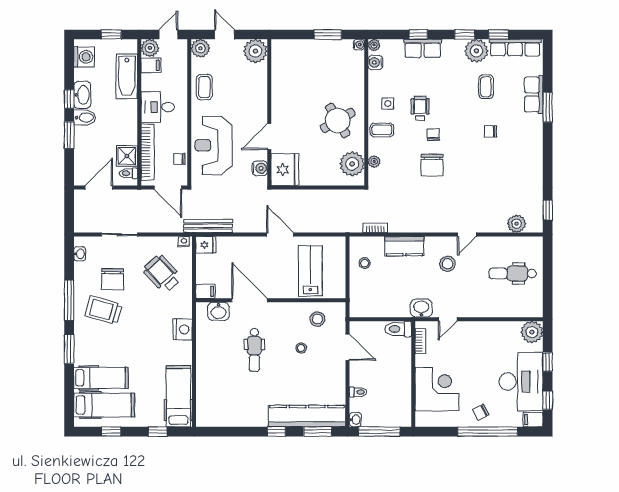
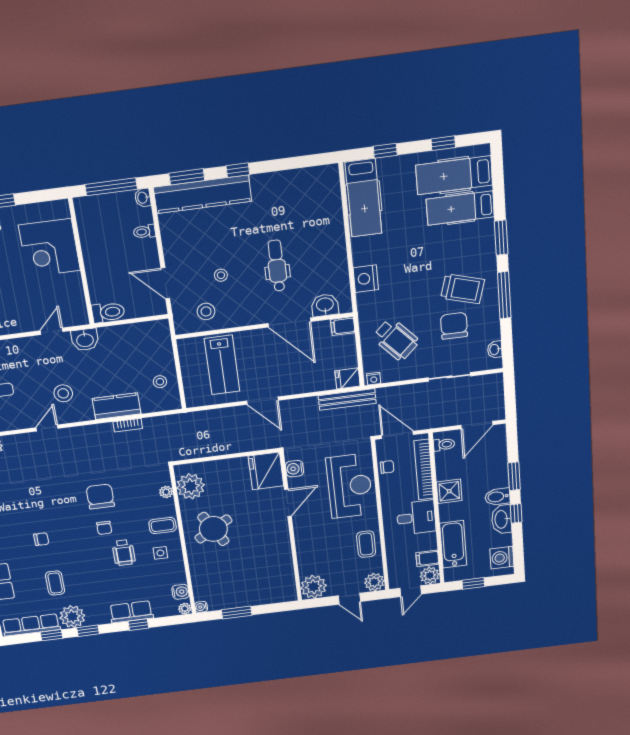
shower: (127, 156) -> (449, 491), moved
bookcase: (375, 228) -> (128, 425), moved
bookcase: (420, 341) -> (80, 302), removed

